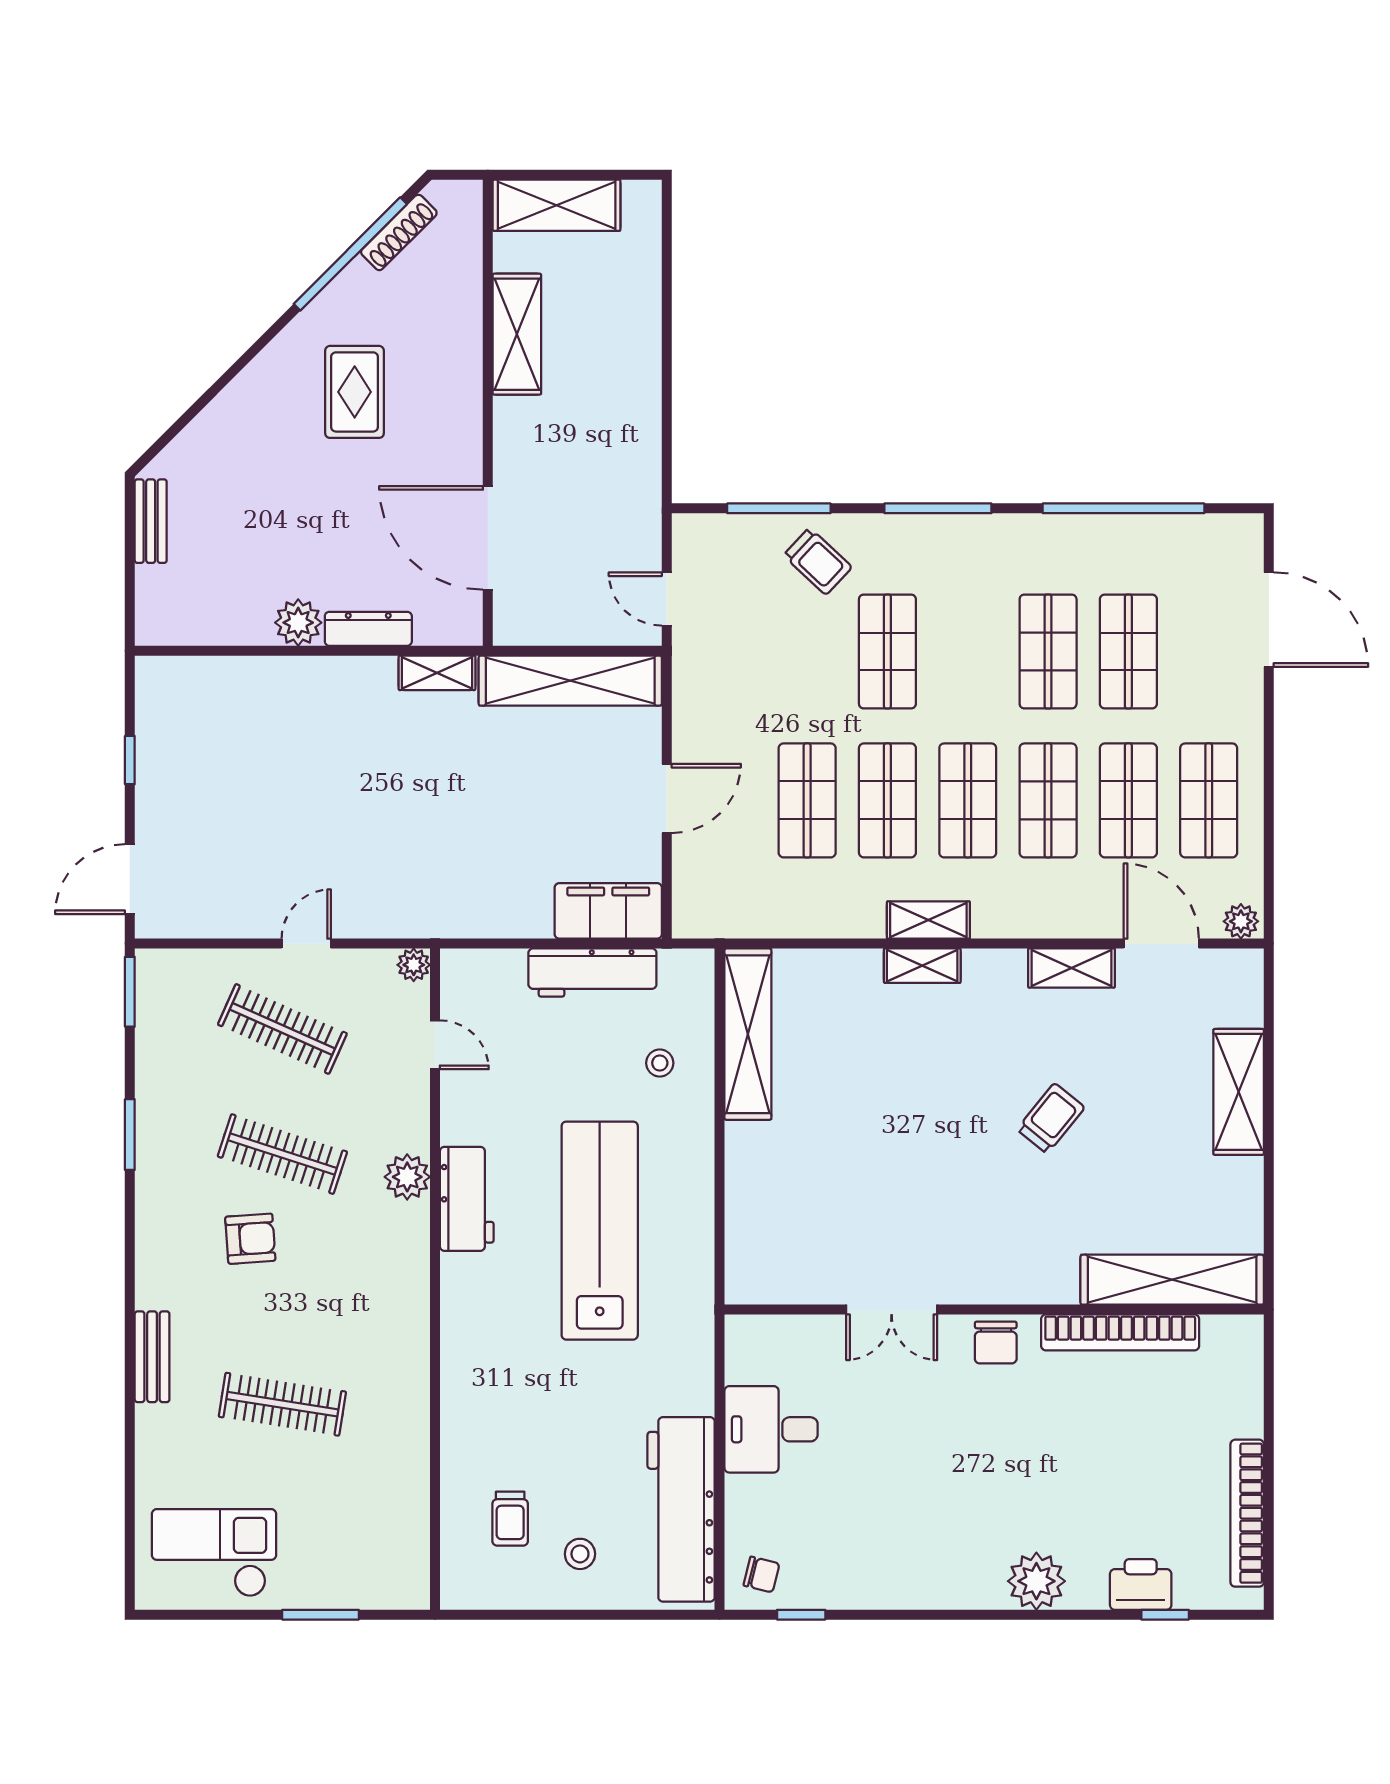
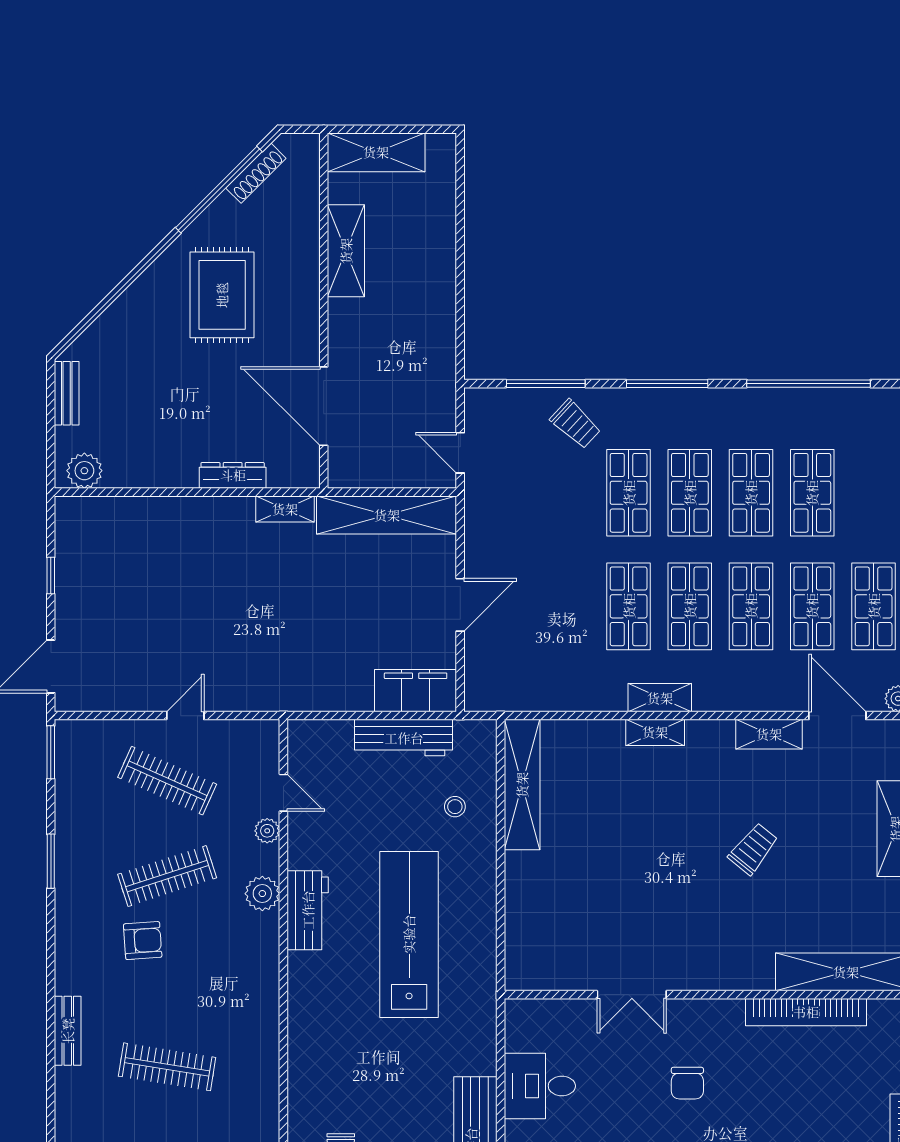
rug: (355, 392) -> (222, 295), width x1.36, depth x1.43
plant: (298, 623) -> (84, 471), moved
shop shelf: (807, 800) -> (690, 493), moved
plant: (414, 965) -> (267, 831), moved
clothes rail: (282, 1154) -> (167, 876), turned -36
chair: (996, 1342) -> (687, 1083), moved

